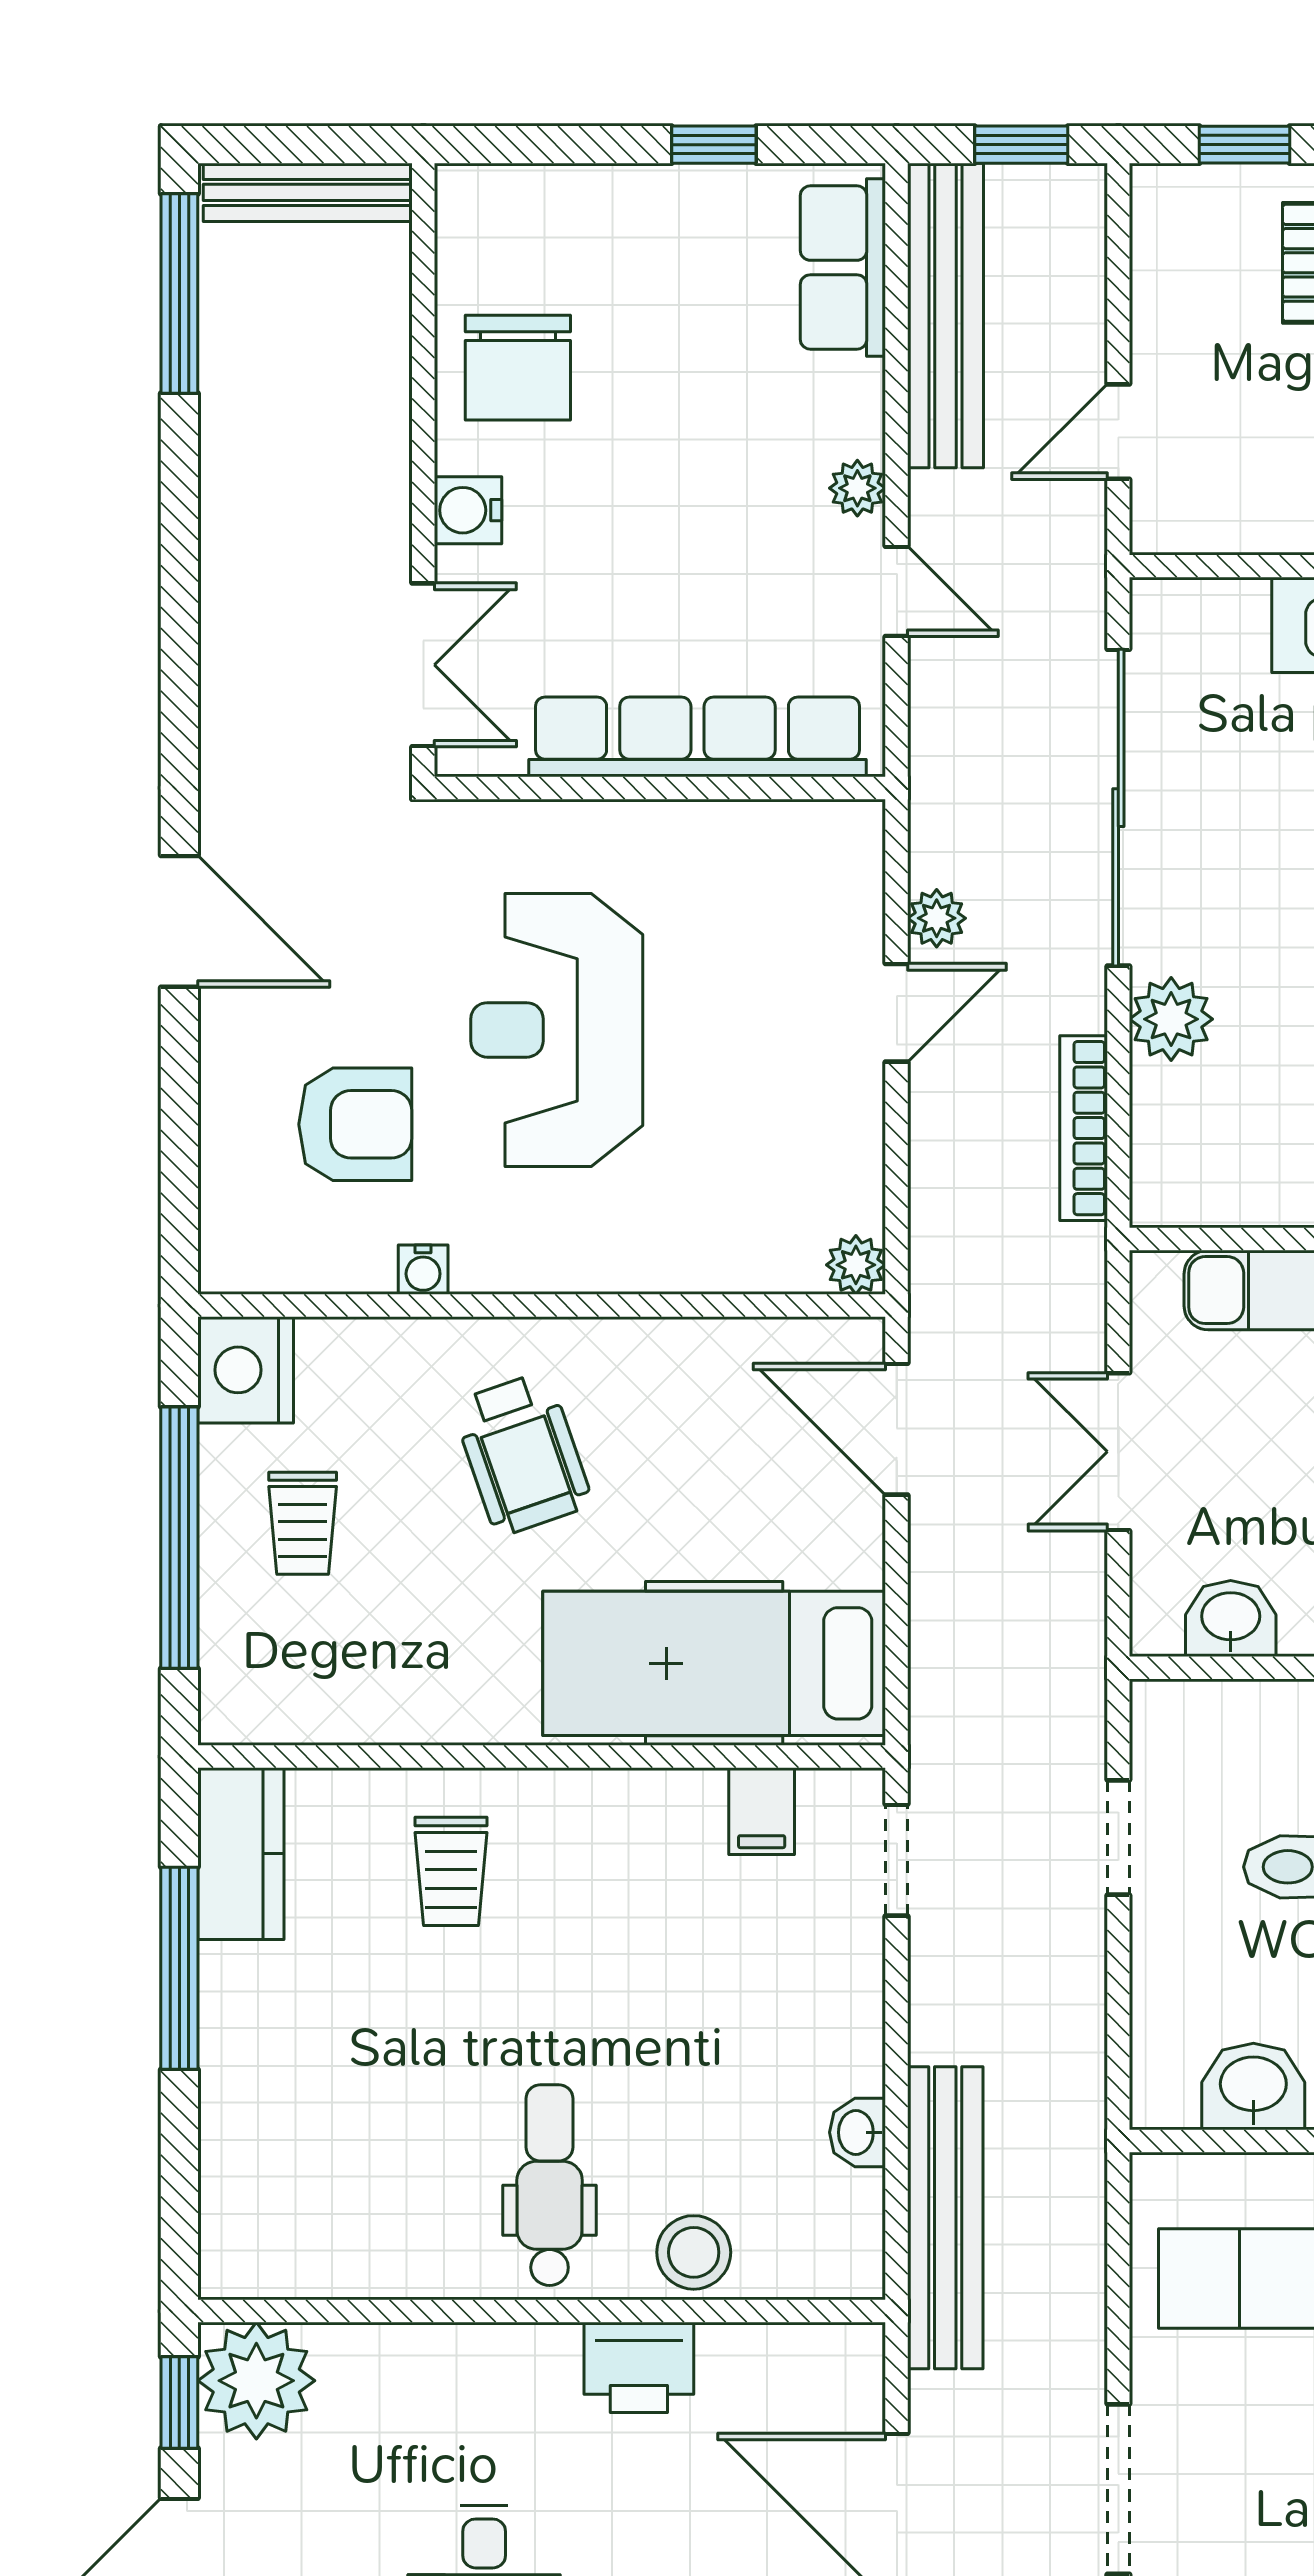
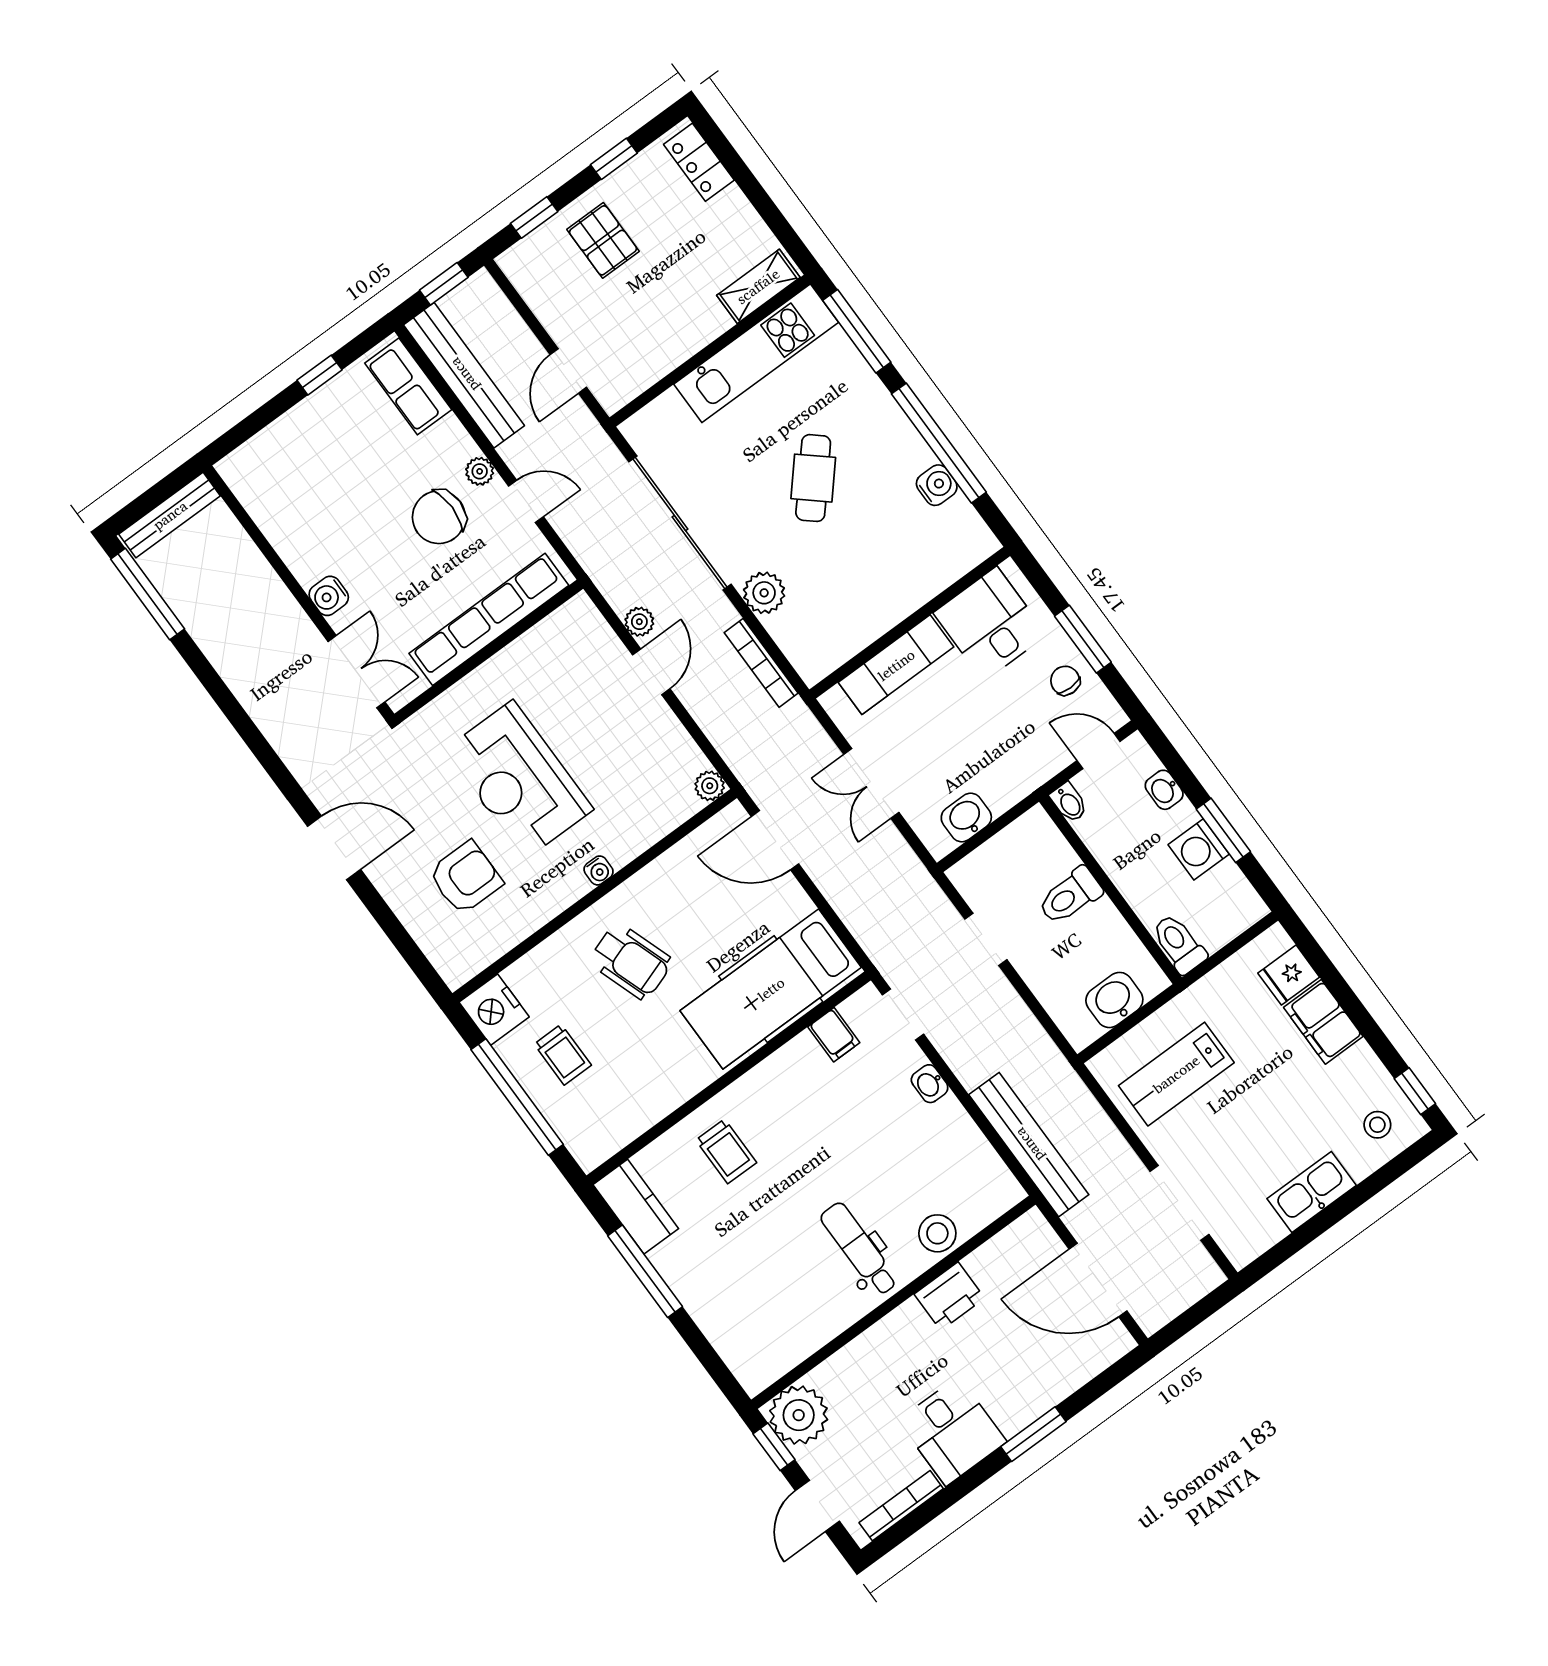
chair: (518, 368) -> (439, 517), moved, turned 90
water cooler: (423, 1270) -> (599, 870), moved
washbasin: (858, 2132) -> (930, 1084), moved

